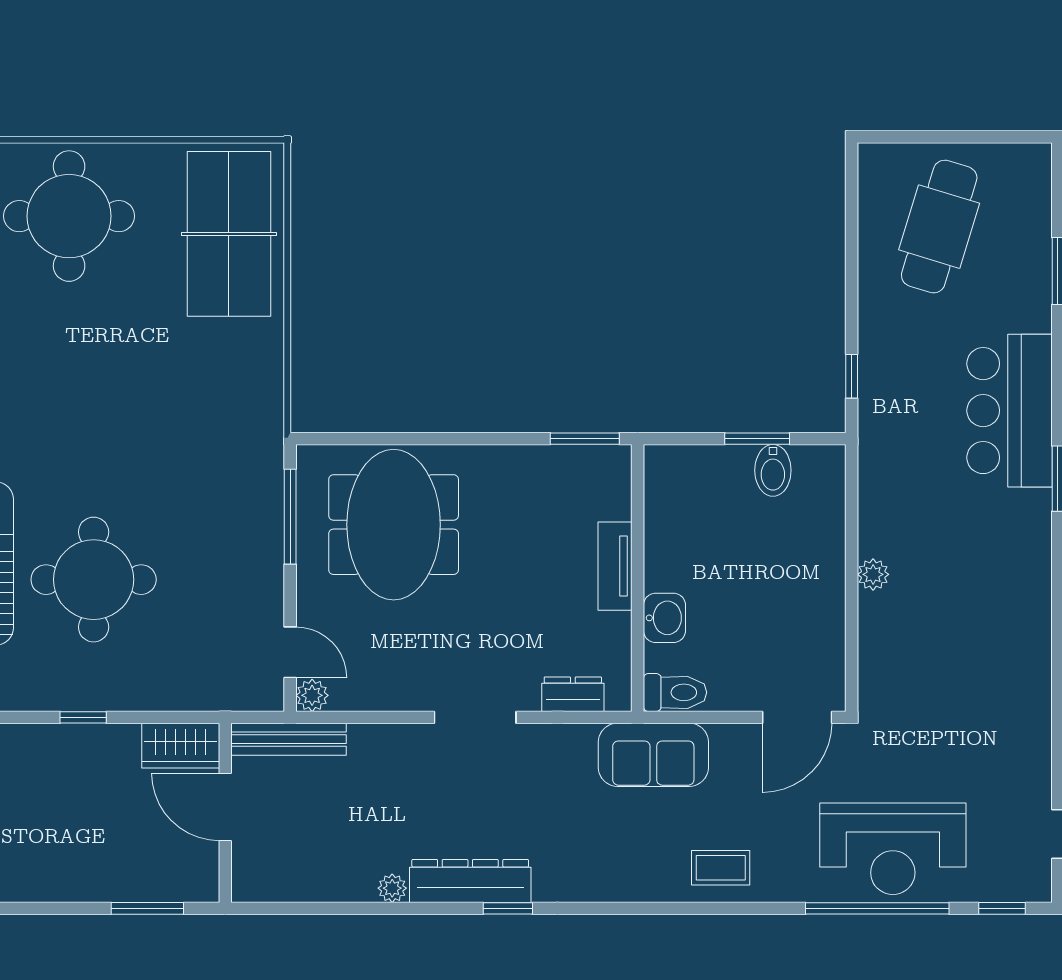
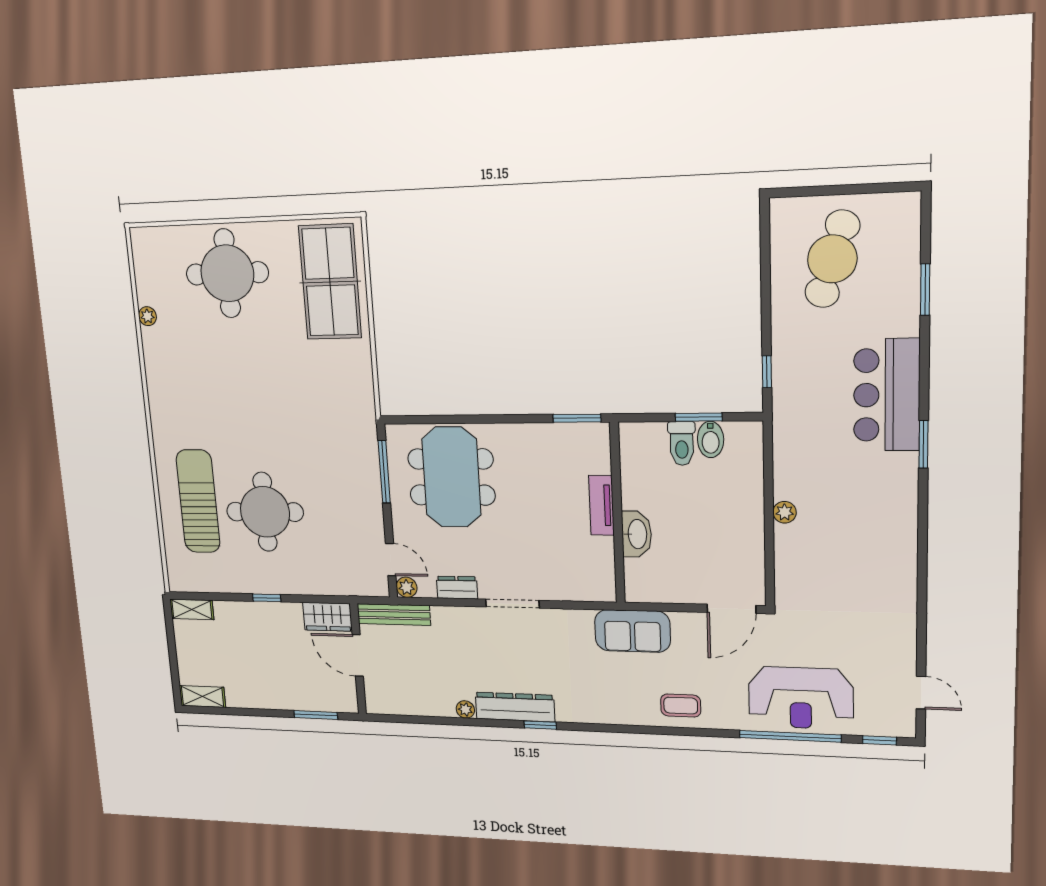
washbasin: (664, 618) -> (637, 534), width x1.38
toilet: (675, 692) -> (682, 443), moved, turned 90
dresser: (573, 694) -> (457, 588), moved

